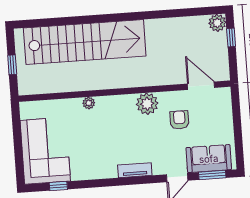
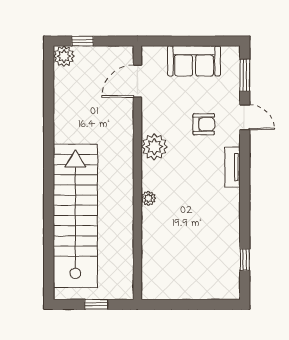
plant: (89, 103) -> (148, 198), moved
armchair: (179, 120) -> (204, 124), moved, turned 180
corner sofa: (45, 151) -> (202, 272), removed
sofa: (209, 159) -> (194, 61), moved, turned -90

